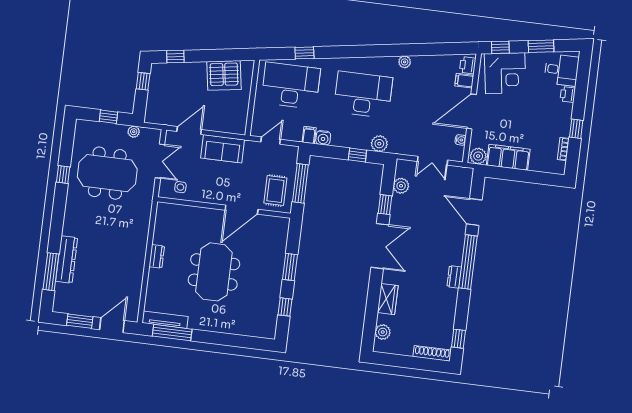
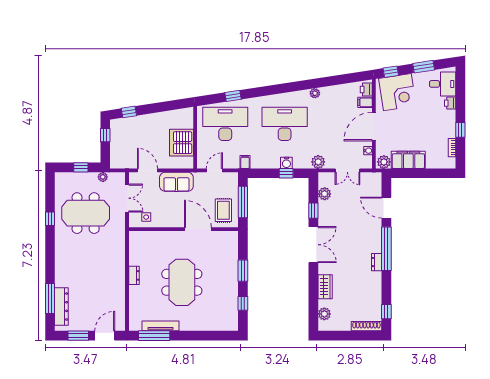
server rack: (224, 75) -> (182, 143), moved, turned 99
door: (189, 130) -> (147, 170), hinge flipped
water cooler: (323, 138) -> (286, 163), moved
plant: (379, 144) -> (318, 162), moved
door: (242, 210) -> (198, 229), swing flipped
dresser: (67, 259) -> (61, 307), moved
tv unit: (165, 320) -> (160, 326), moved

